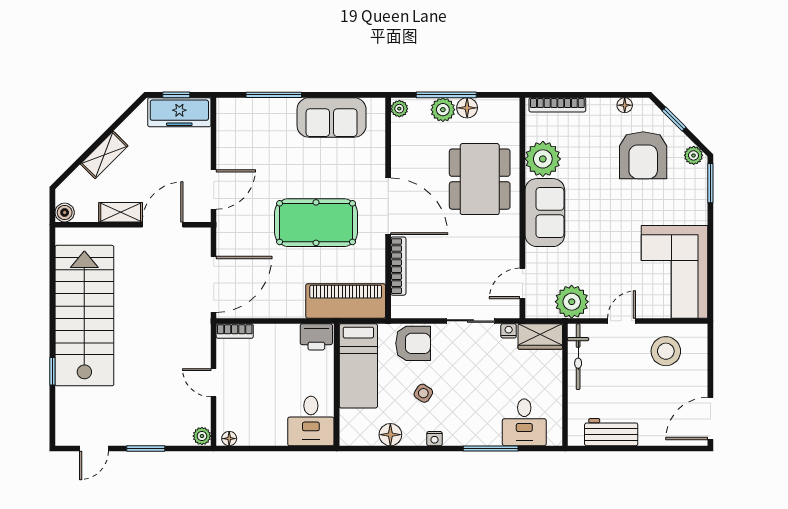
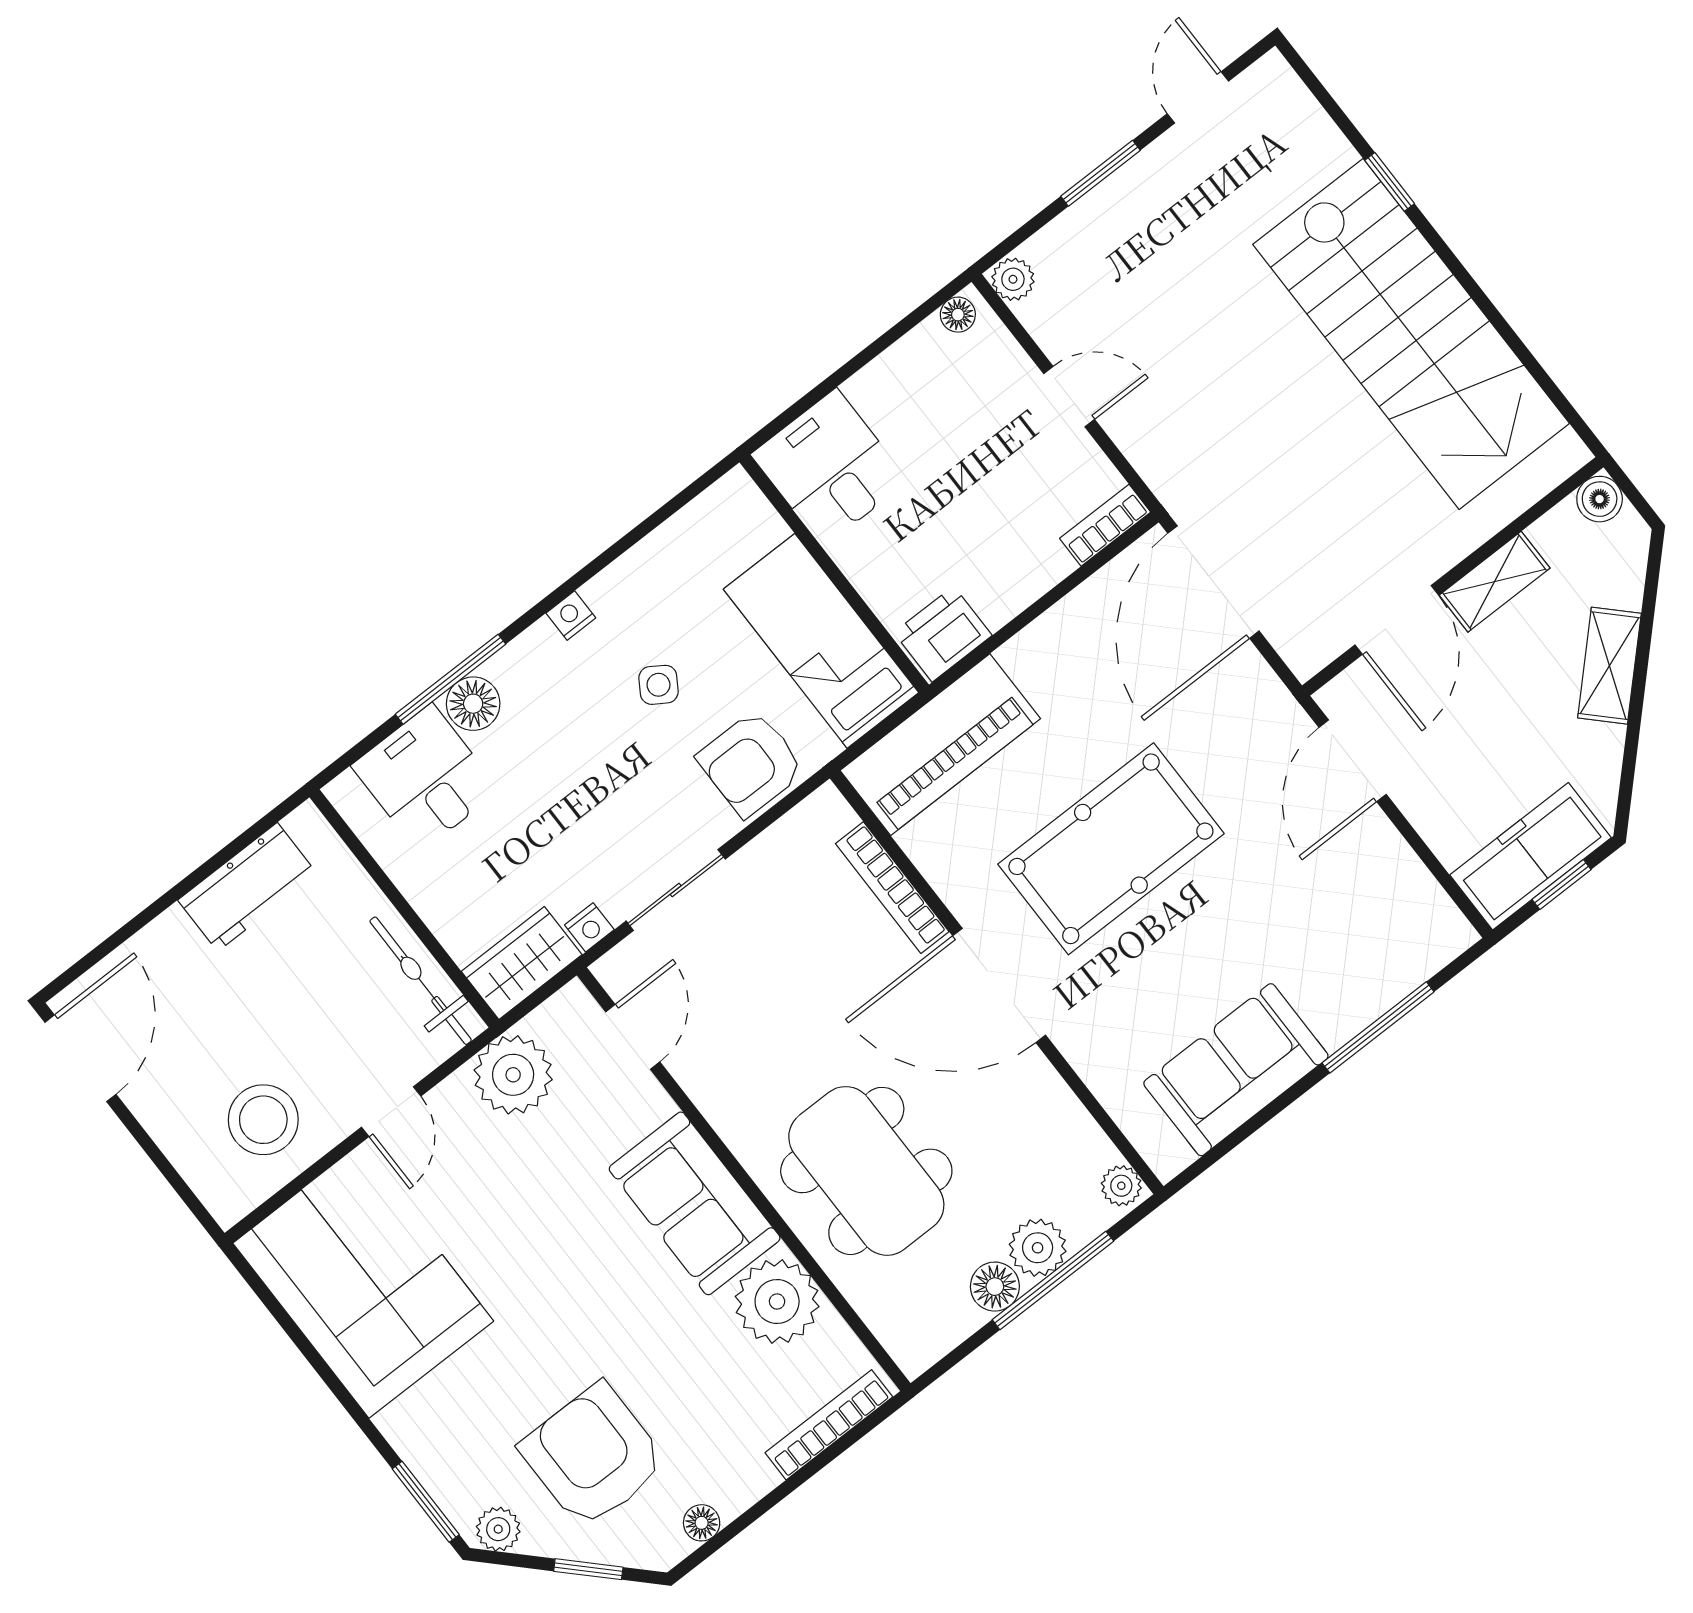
floor lamp: (390, 435) -> (473, 704), moved

